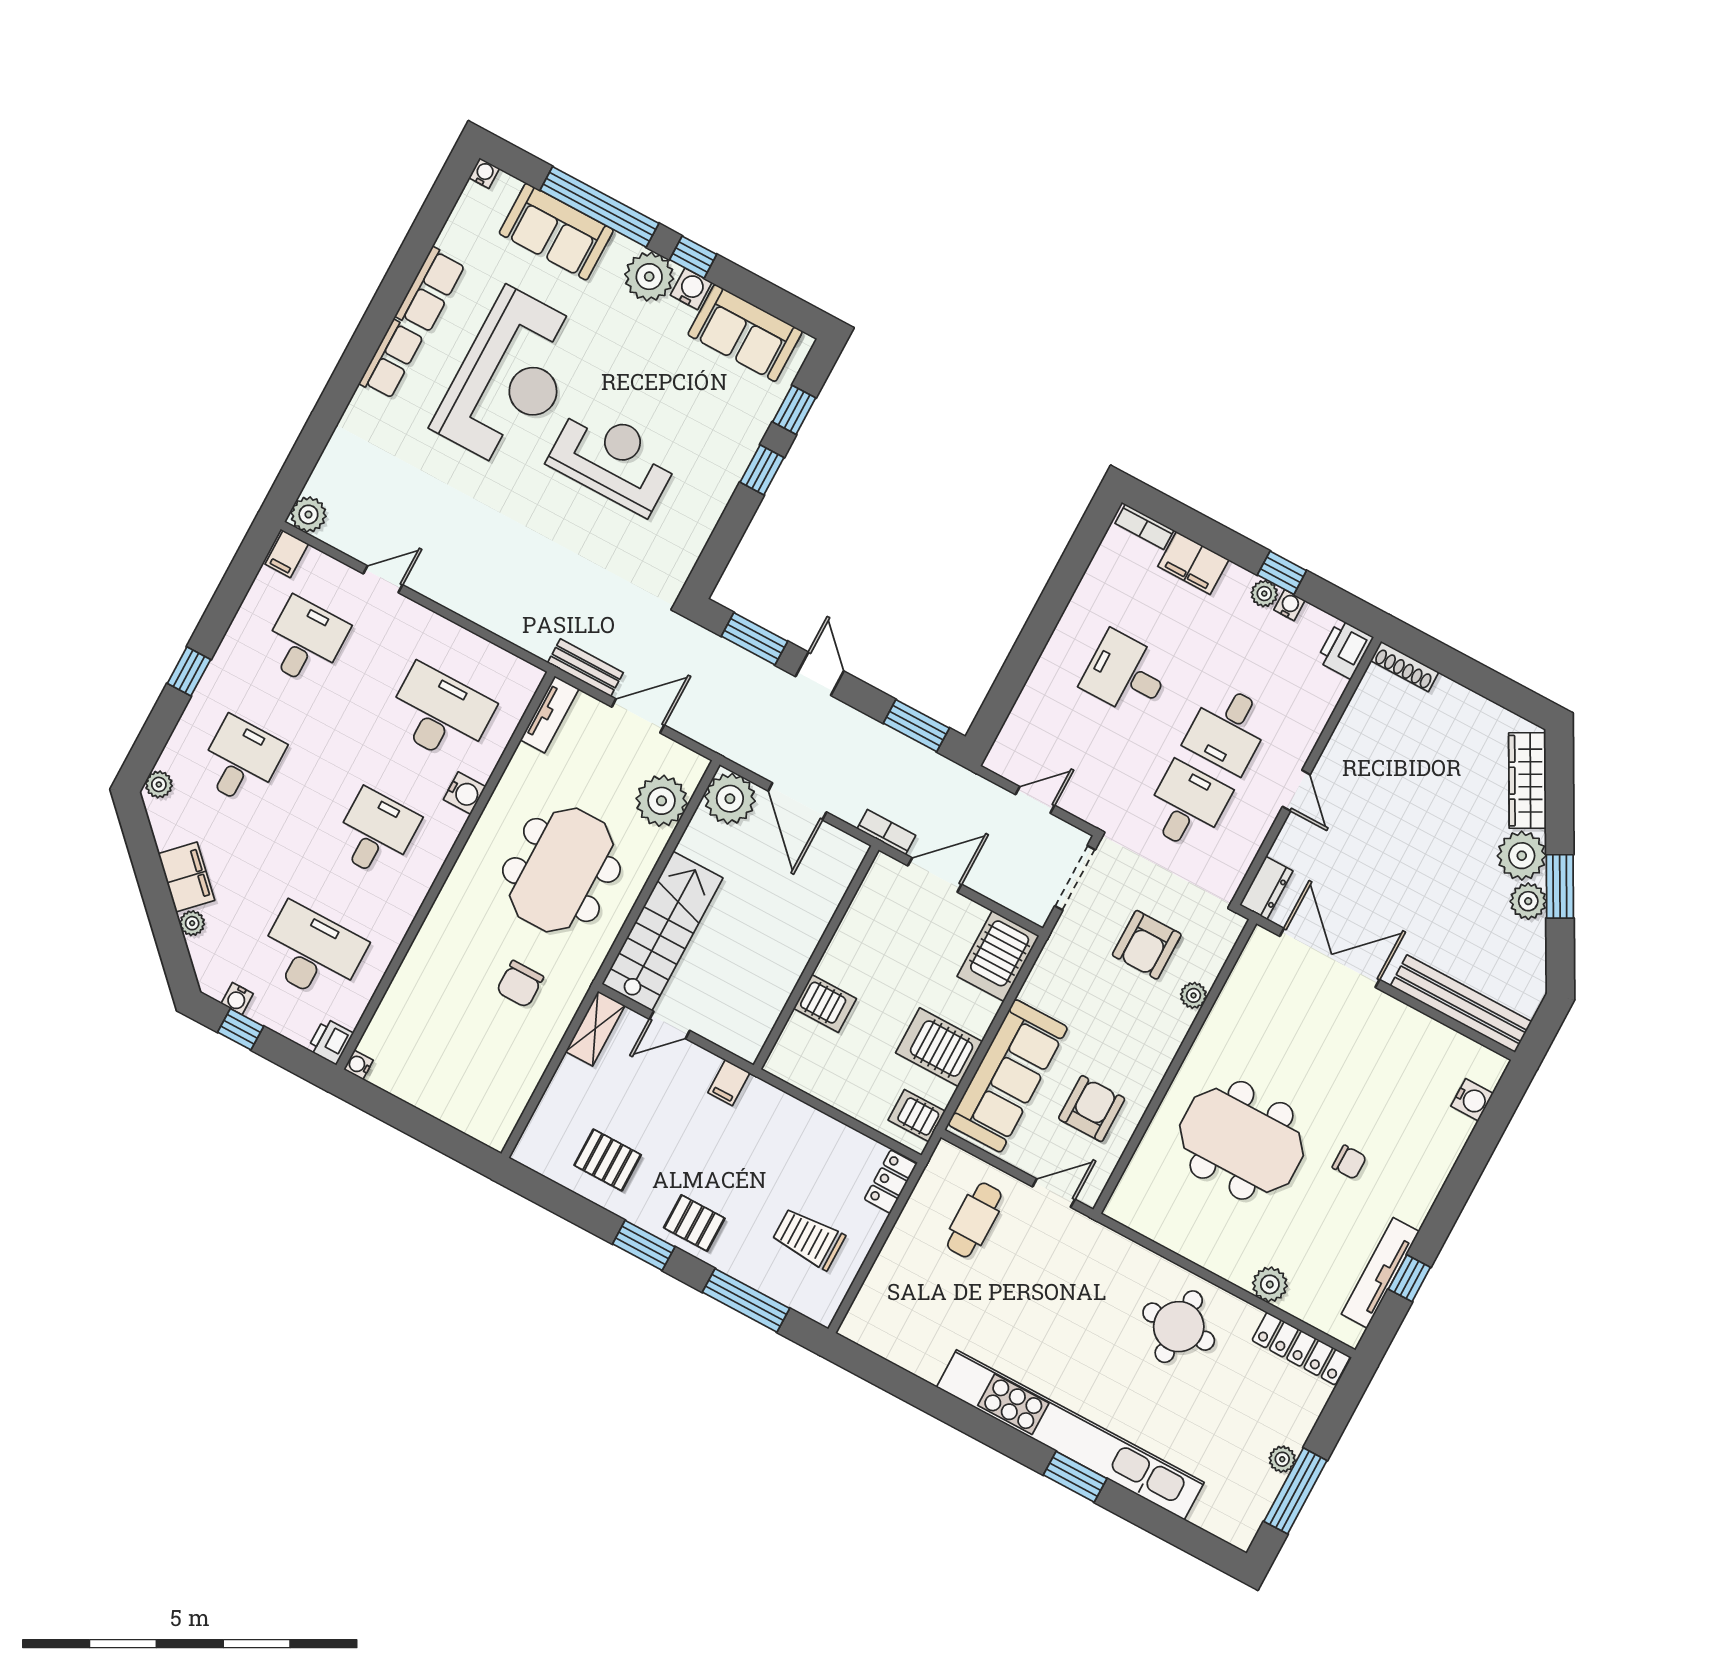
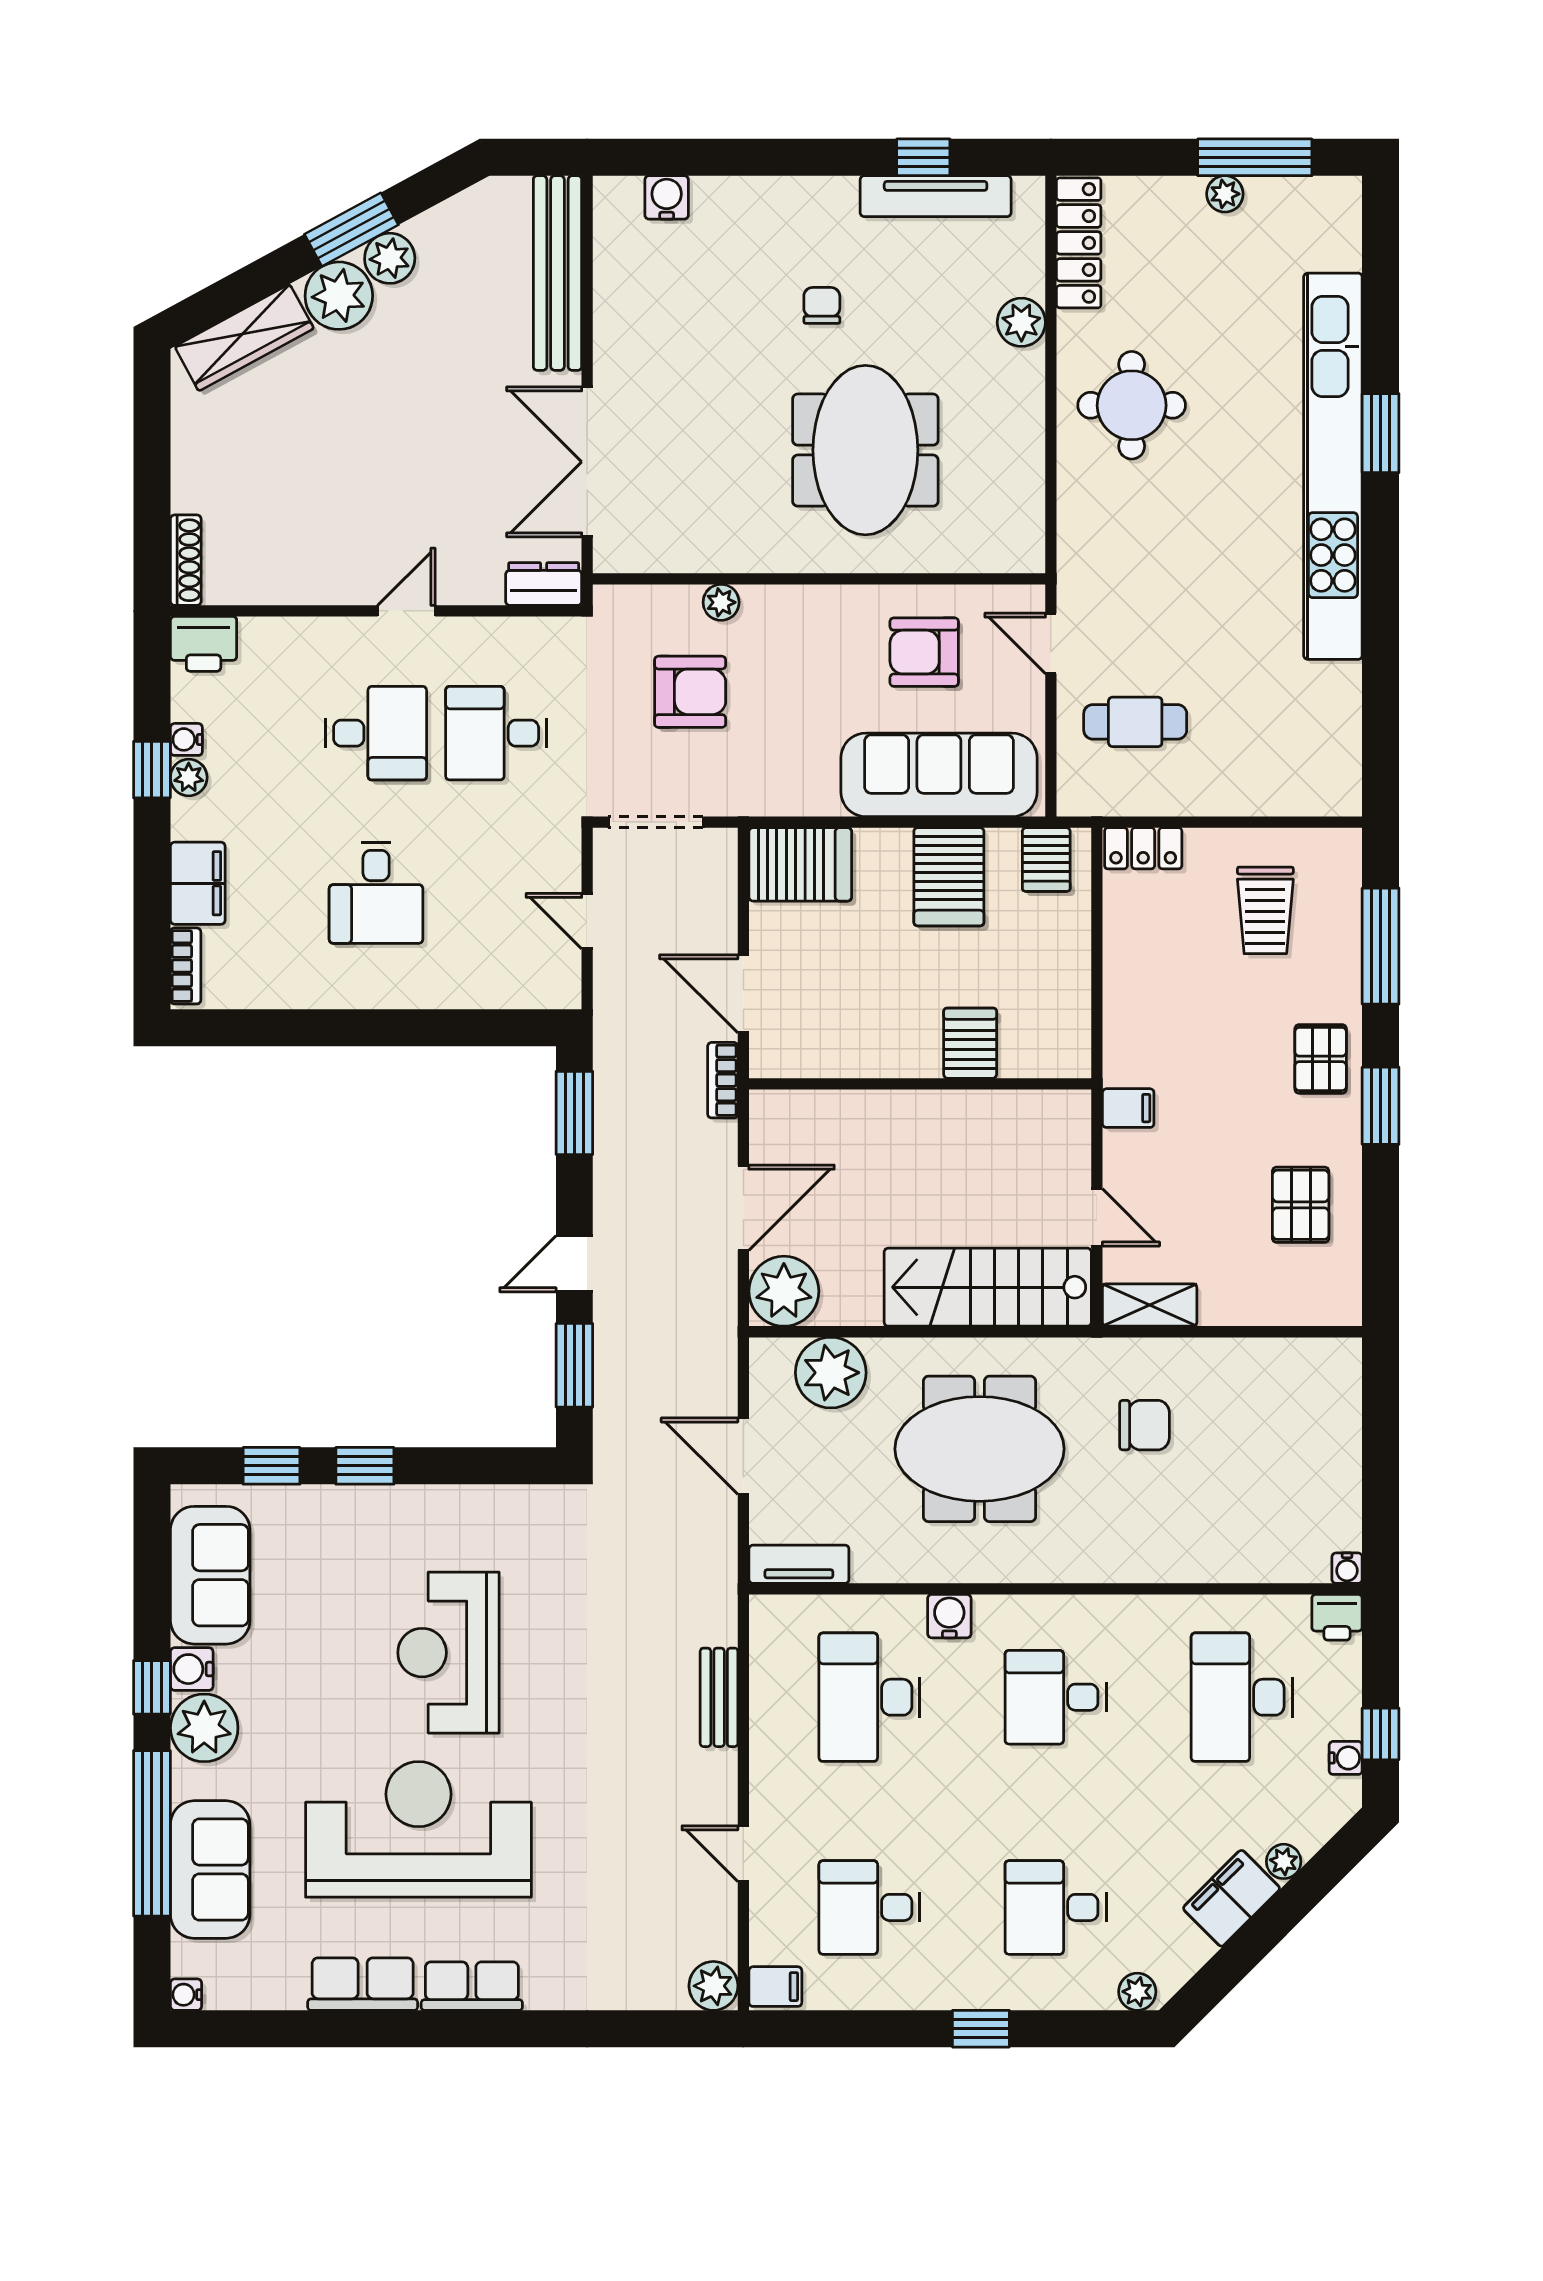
bench: (585, 668) -> (719, 1697), moved

